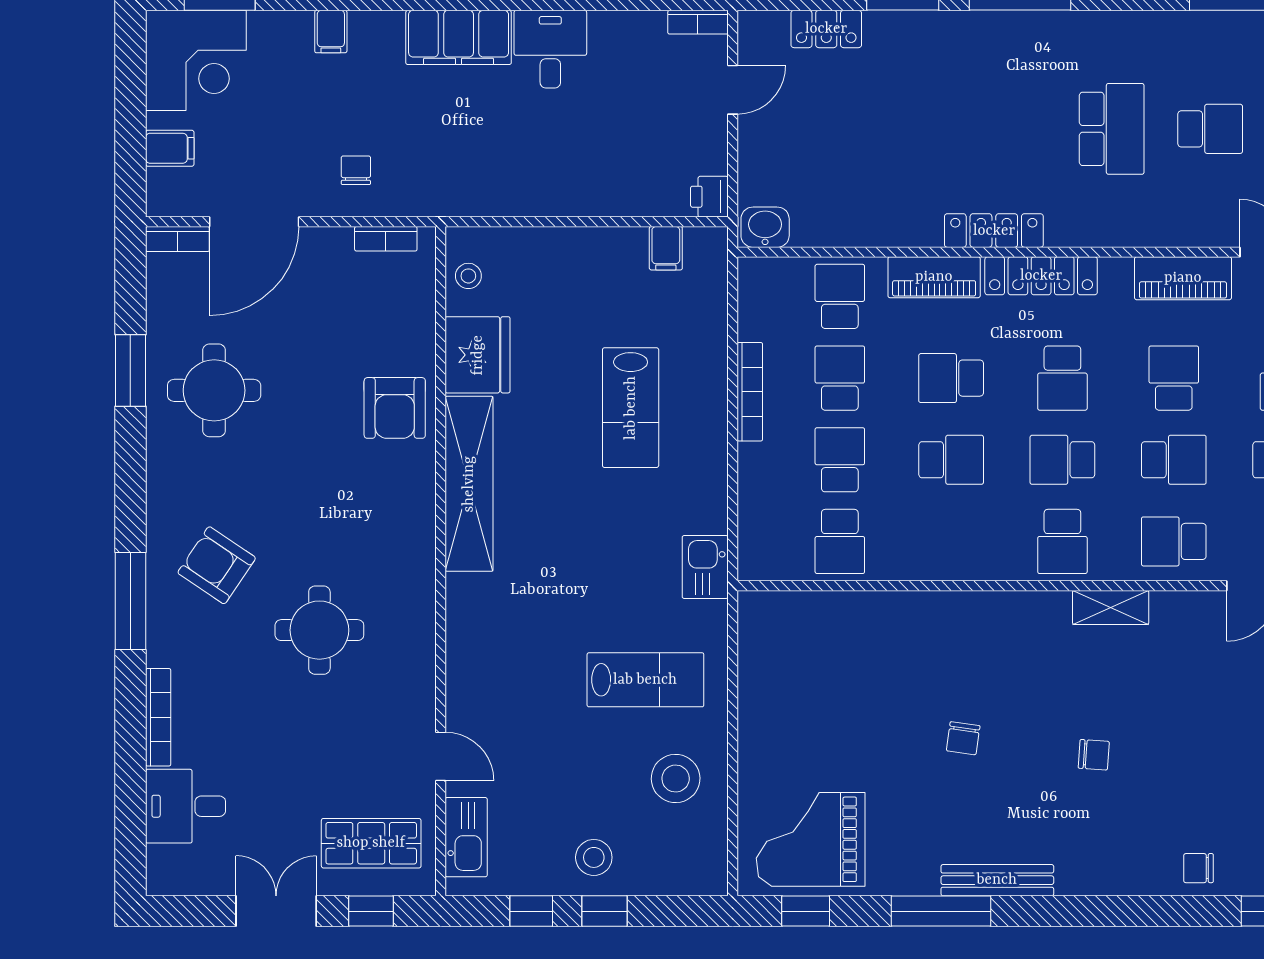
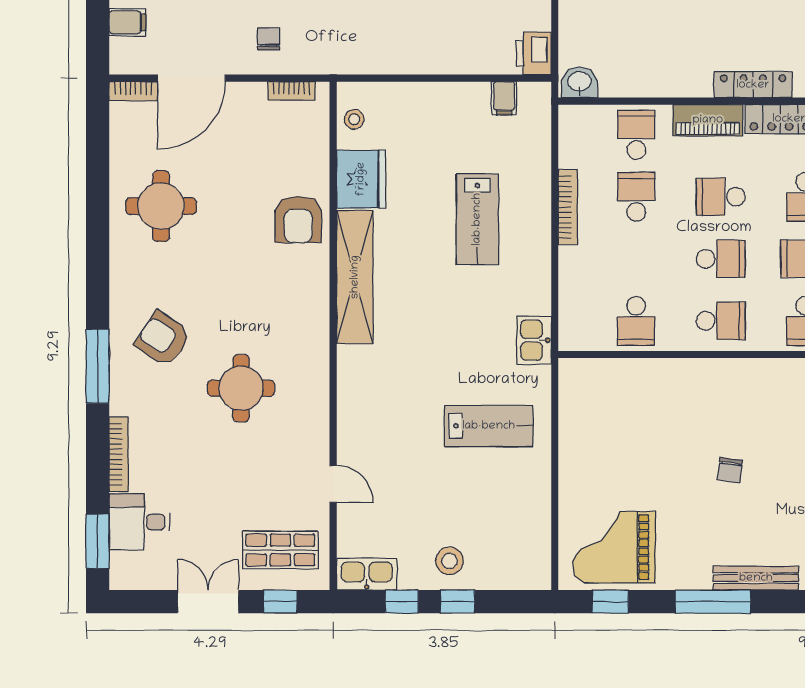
printer: (709, 197) -> (534, 53), width x1.36, depth x1.24
window: (130, 370) -> (98, 541), moved
school desk: (840, 460) -> (721, 321), moved, turned 90
stool: (676, 779) -> (512, 501), removed
kitchen sink: (466, 837) -> (367, 574), moved, turned -90

